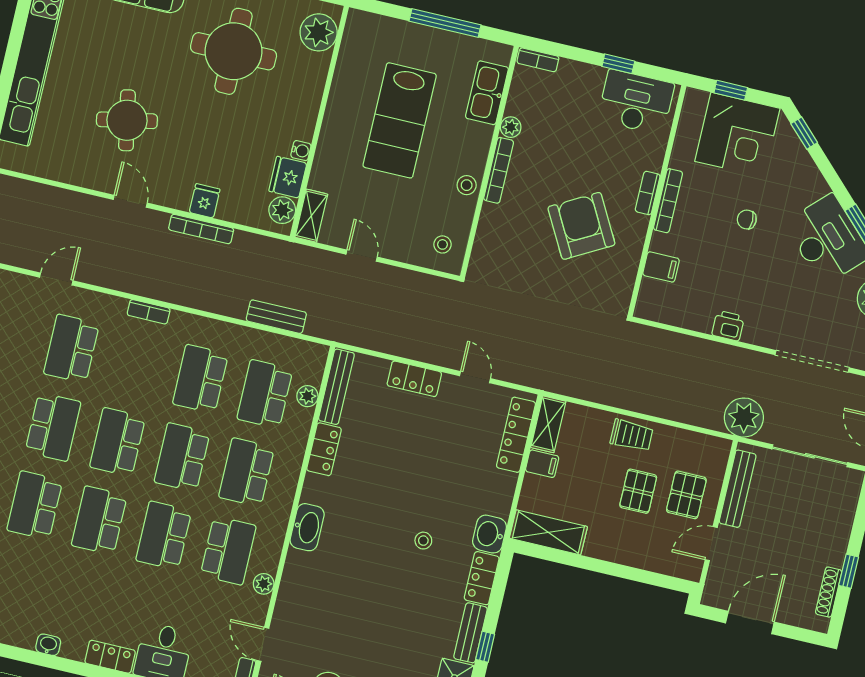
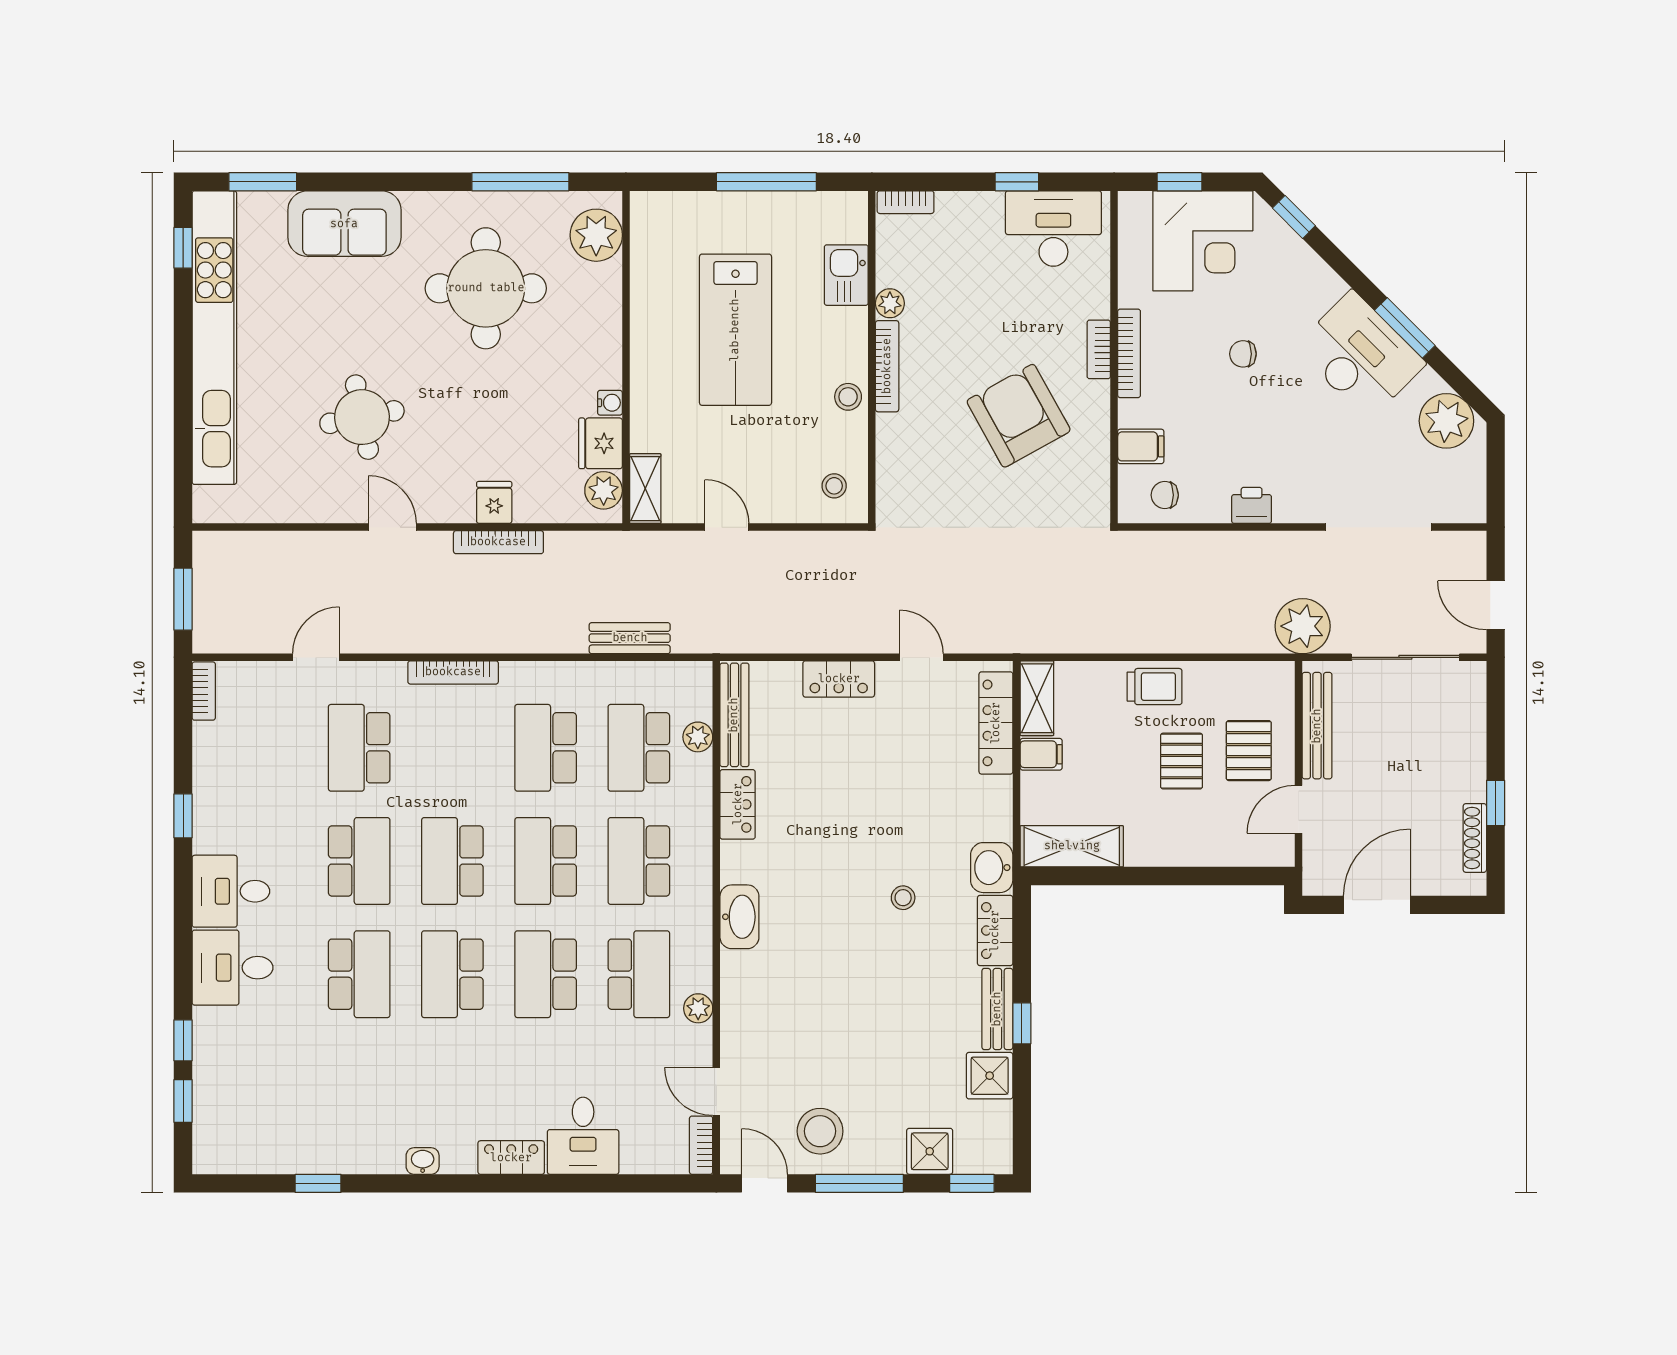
kitchen sink: (487, 93) -> (846, 275), width x0.73
chair: (670, 304) -> (1165, 495), added
bookcase: (149, 312) -> (453, 672), width x1.56
school desk: (35, 505) -> (359, 974), turned 180

